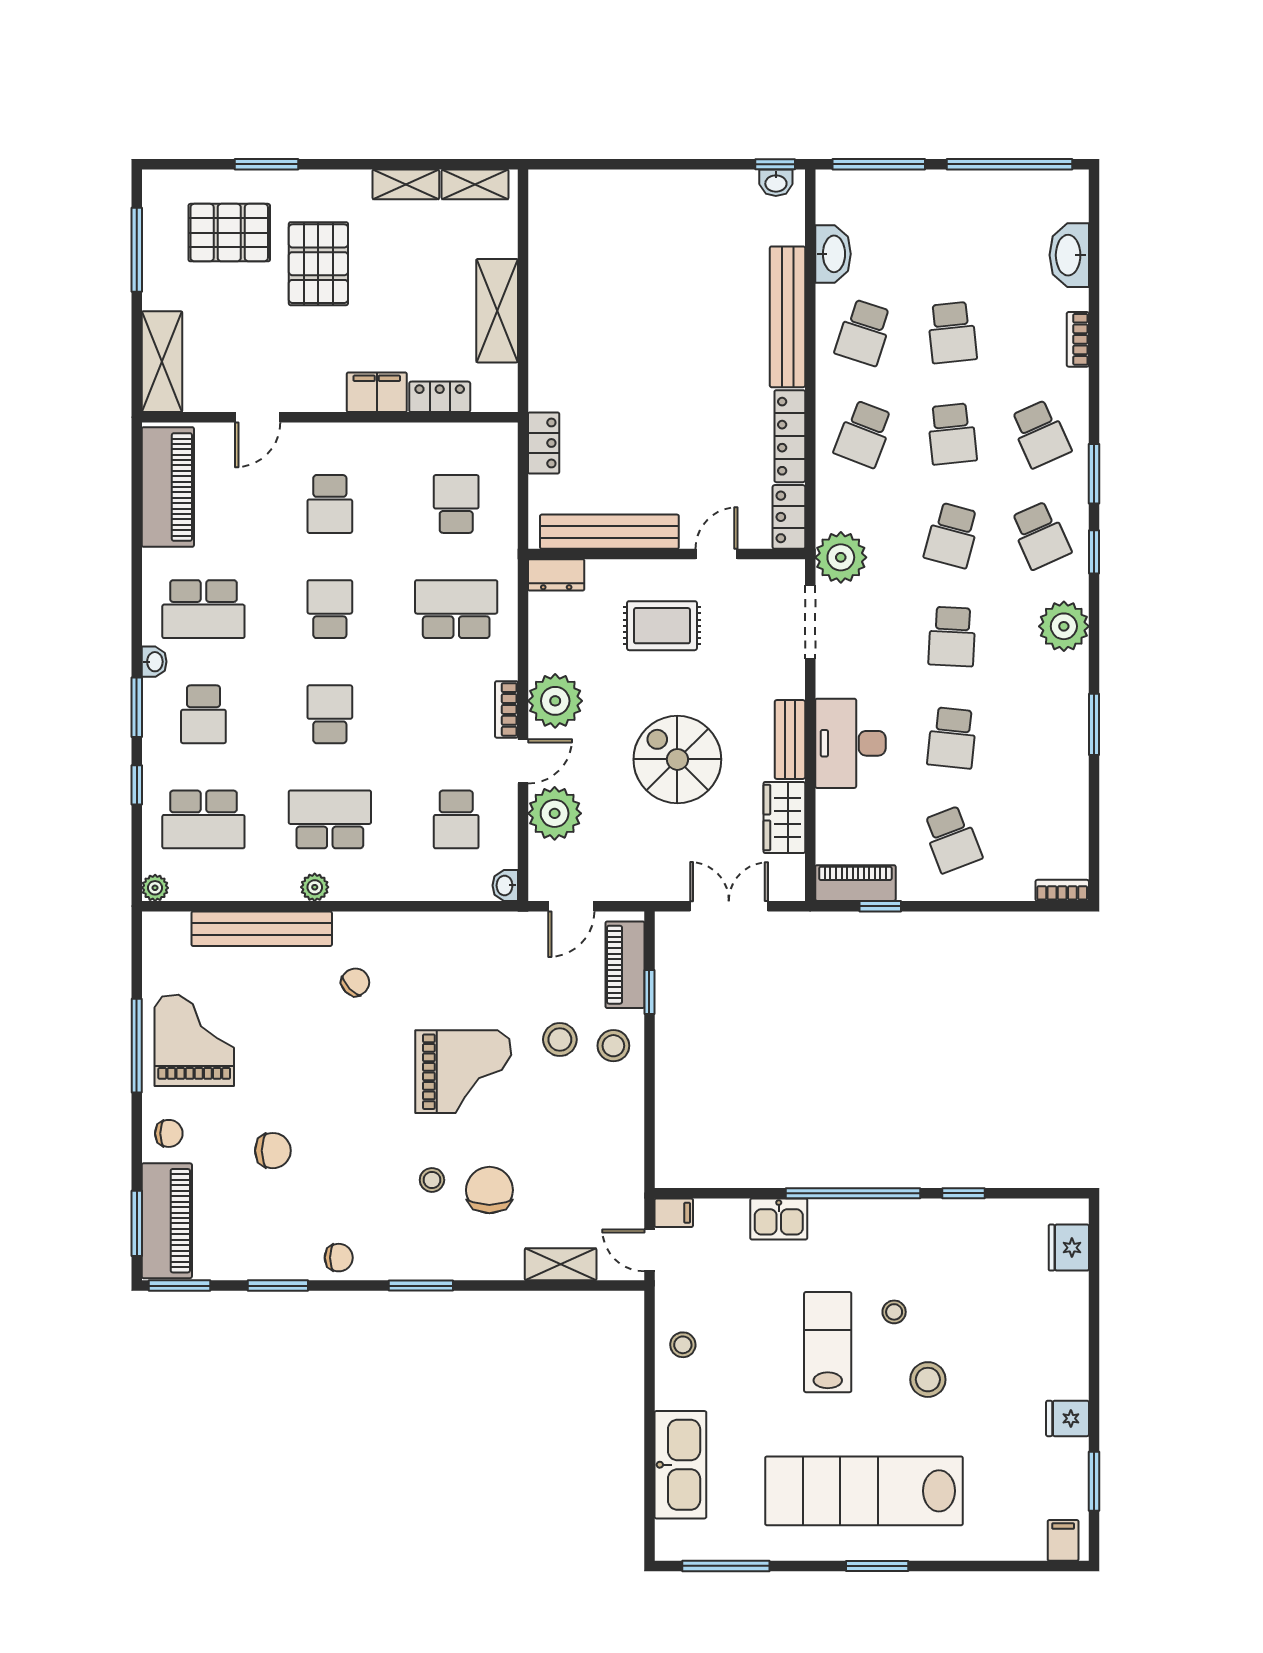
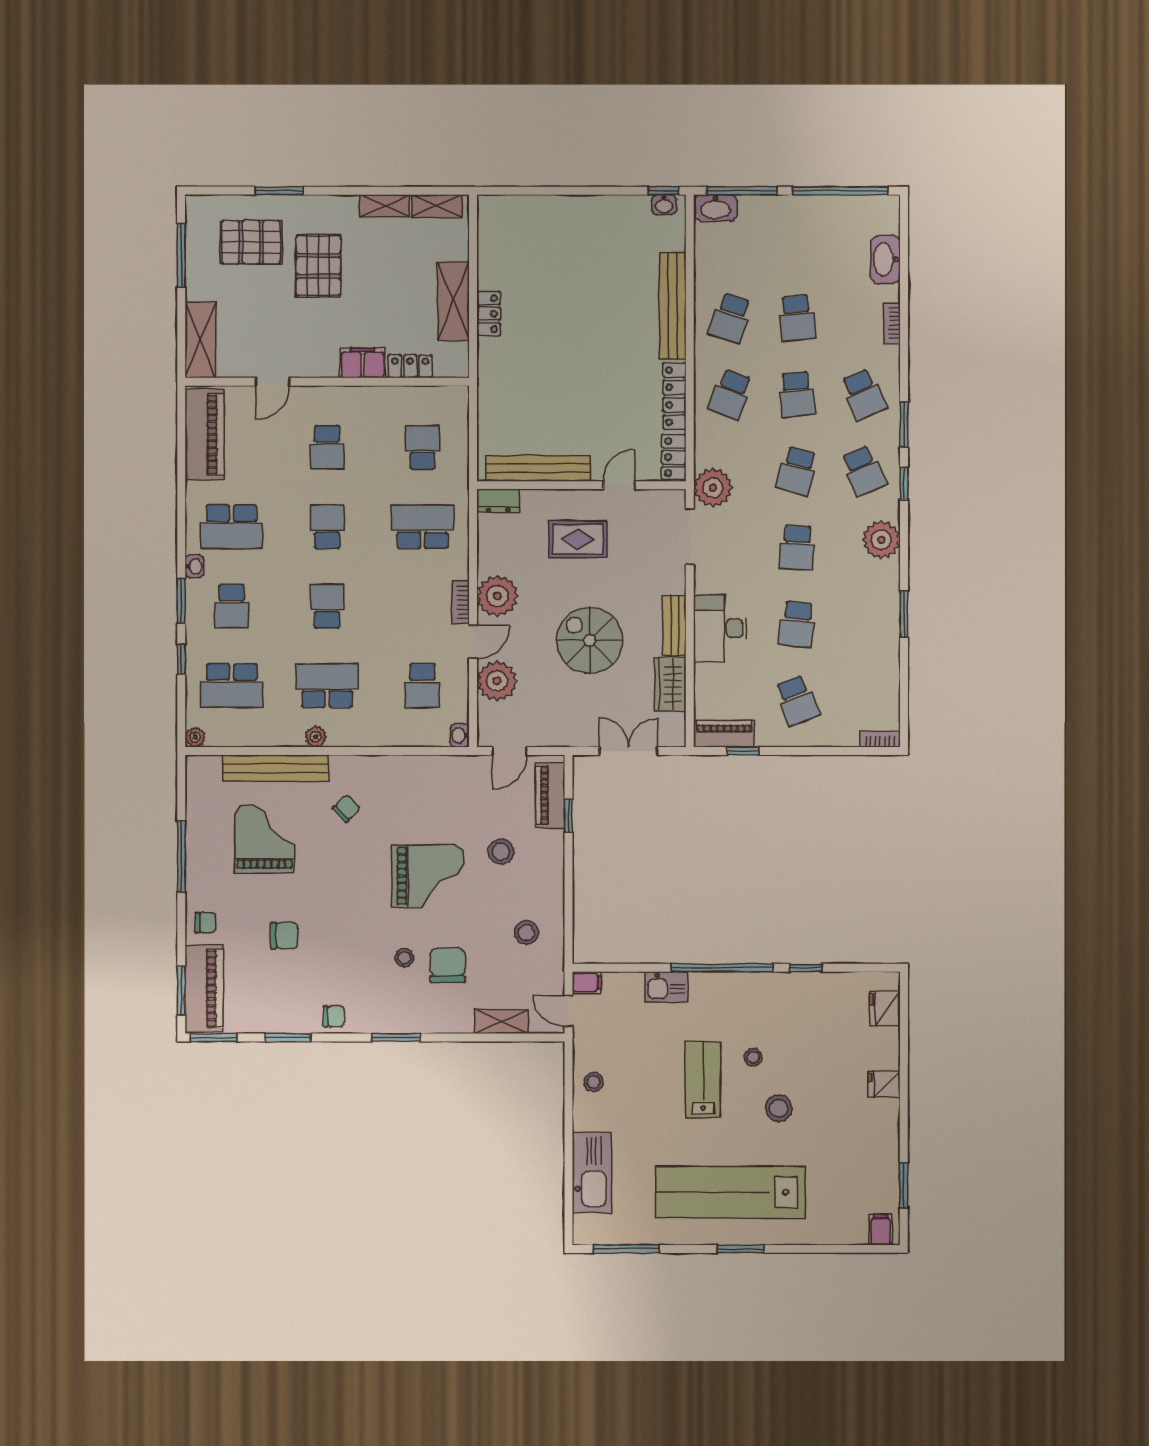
washbasin: (833, 254) -> (716, 208), moved, turned 90
locker: (544, 443) -> (489, 314), moved
grand piano: (194, 1040) -> (264, 839), moved
stool: (613, 1046) -> (526, 933), moved
fridge: (1067, 1418) -> (884, 1084), moved

